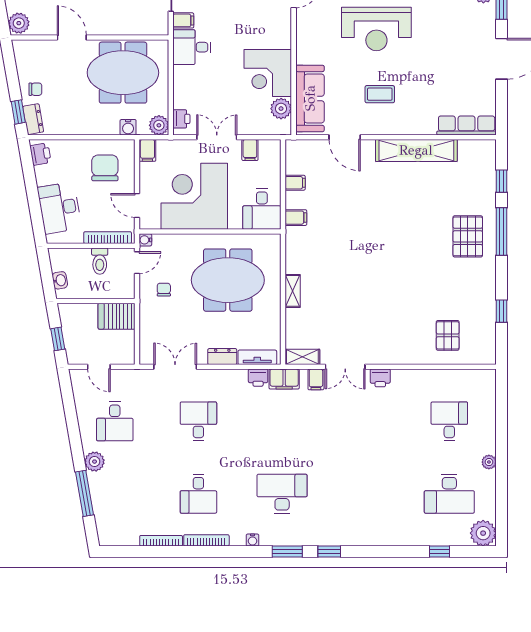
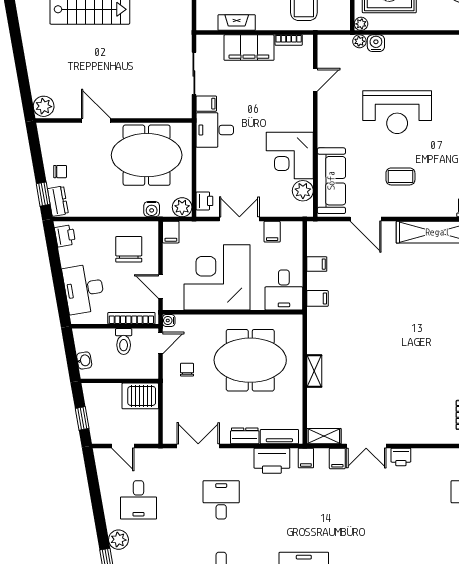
printer: (258, 378) -> (272, 461), width x1.87, depth x1.48
filing cabinet: (284, 379) -> (306, 458), width x0.50

